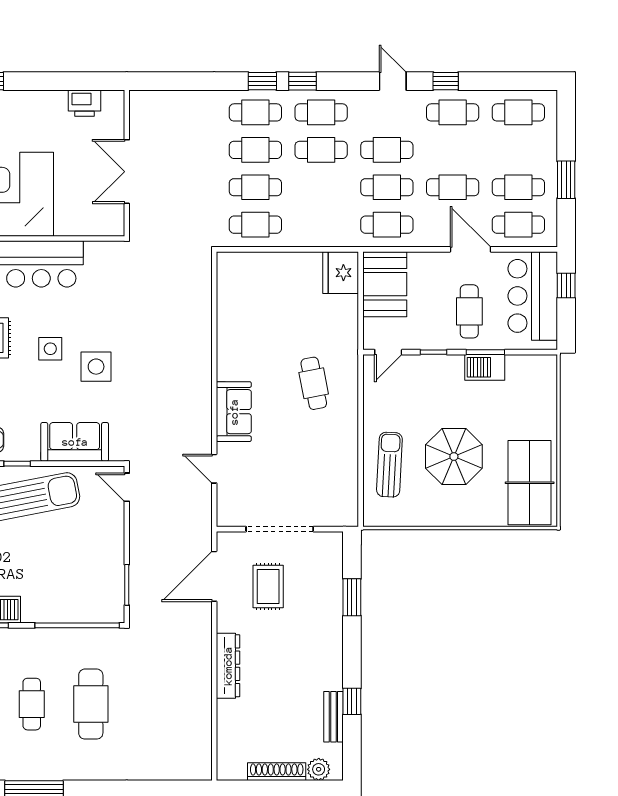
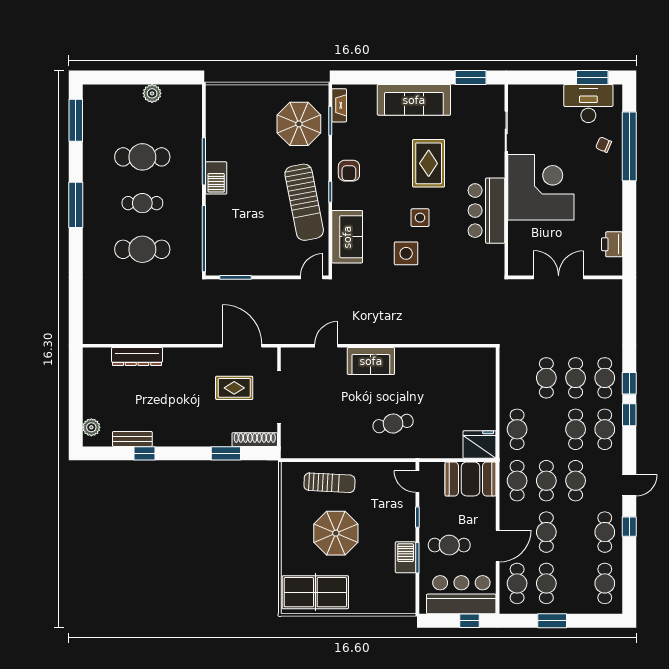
cafe table: (255, 225) -> (517, 429), moved
dresser: (228, 666) -> (137, 356), moved
shoe rack: (277, 772) -> (255, 440), moved, turned -90

